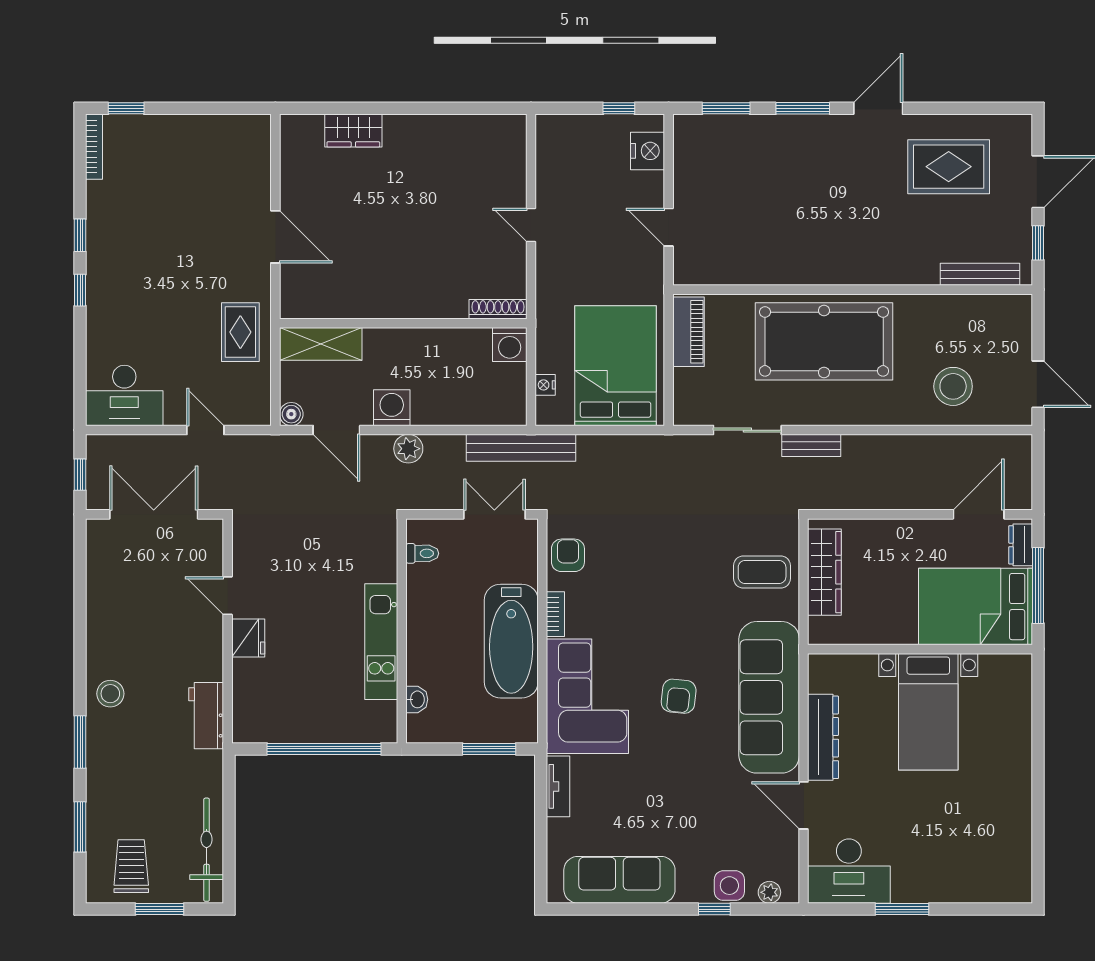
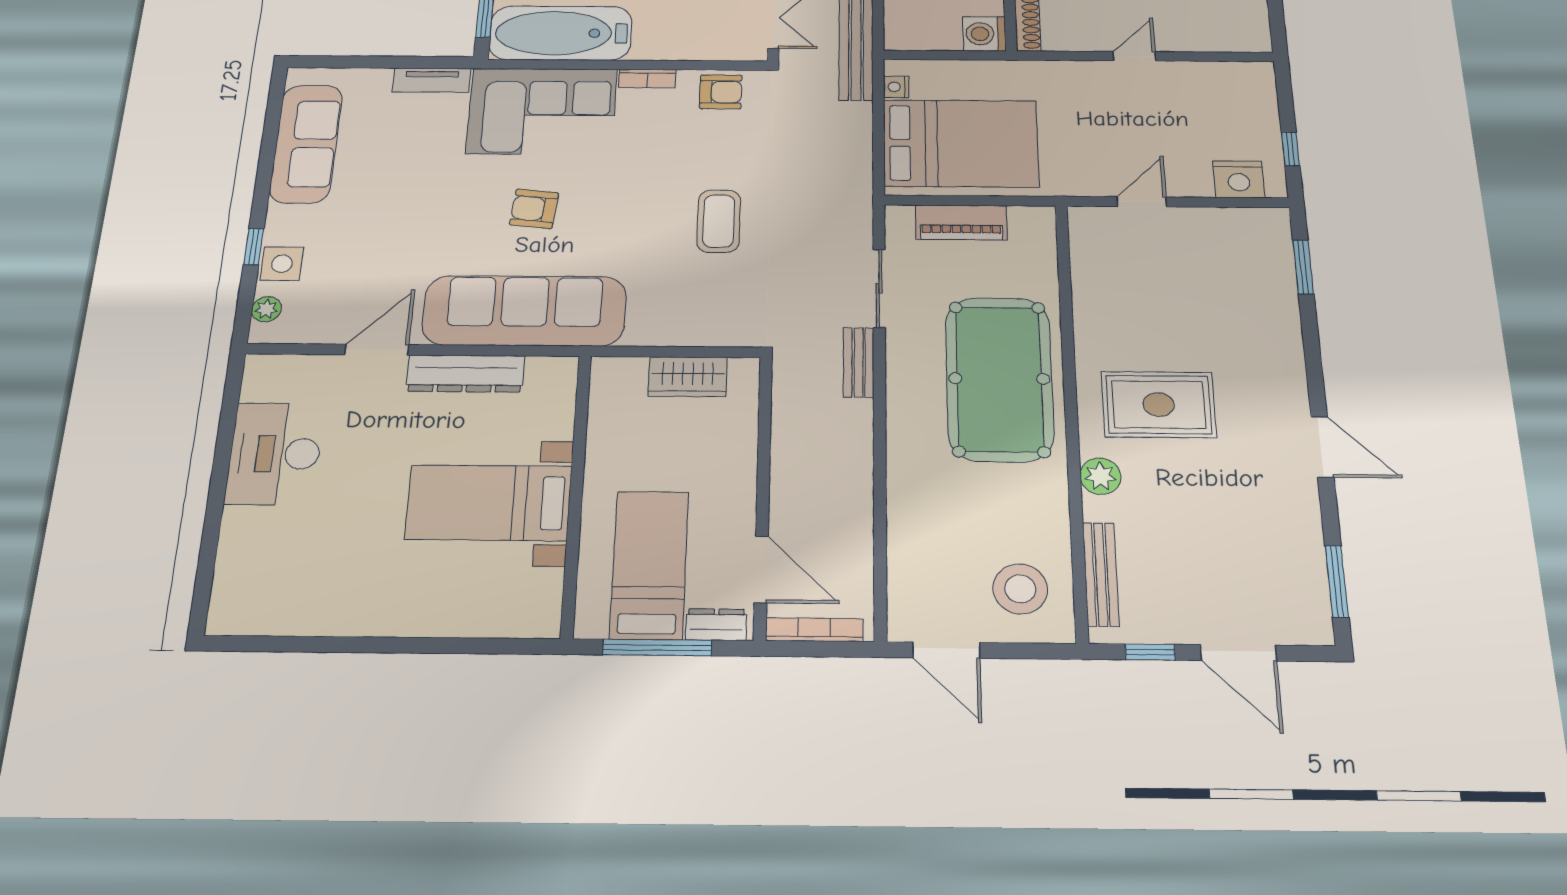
window: (803, 108) -> (1337, 581), moved
rug: (949, 167) -> (1159, 404), moved, turned 90
plant: (903, 271) -> (1100, 476), added
piano: (688, 332) -> (961, 222), moved
door: (1038, 384) -> (946, 650), hinge flipped
nightstand: (545, 385) -> (896, 87), moved, turned -90
stool: (953, 386) -> (1020, 589), moved
bookcase: (1024, 476) -> (814, 630), added
coffee table: (762, 572) -> (719, 221), moved
wardrobe: (824, 572) -> (688, 377), width x0.67
bed: (976, 607) -> (649, 565), width x0.67
bathtub: (511, 641) -> (561, 33), moved
desk: (849, 871) -> (275, 454), moved
window: (902, 909) -> (221, 467), removed

